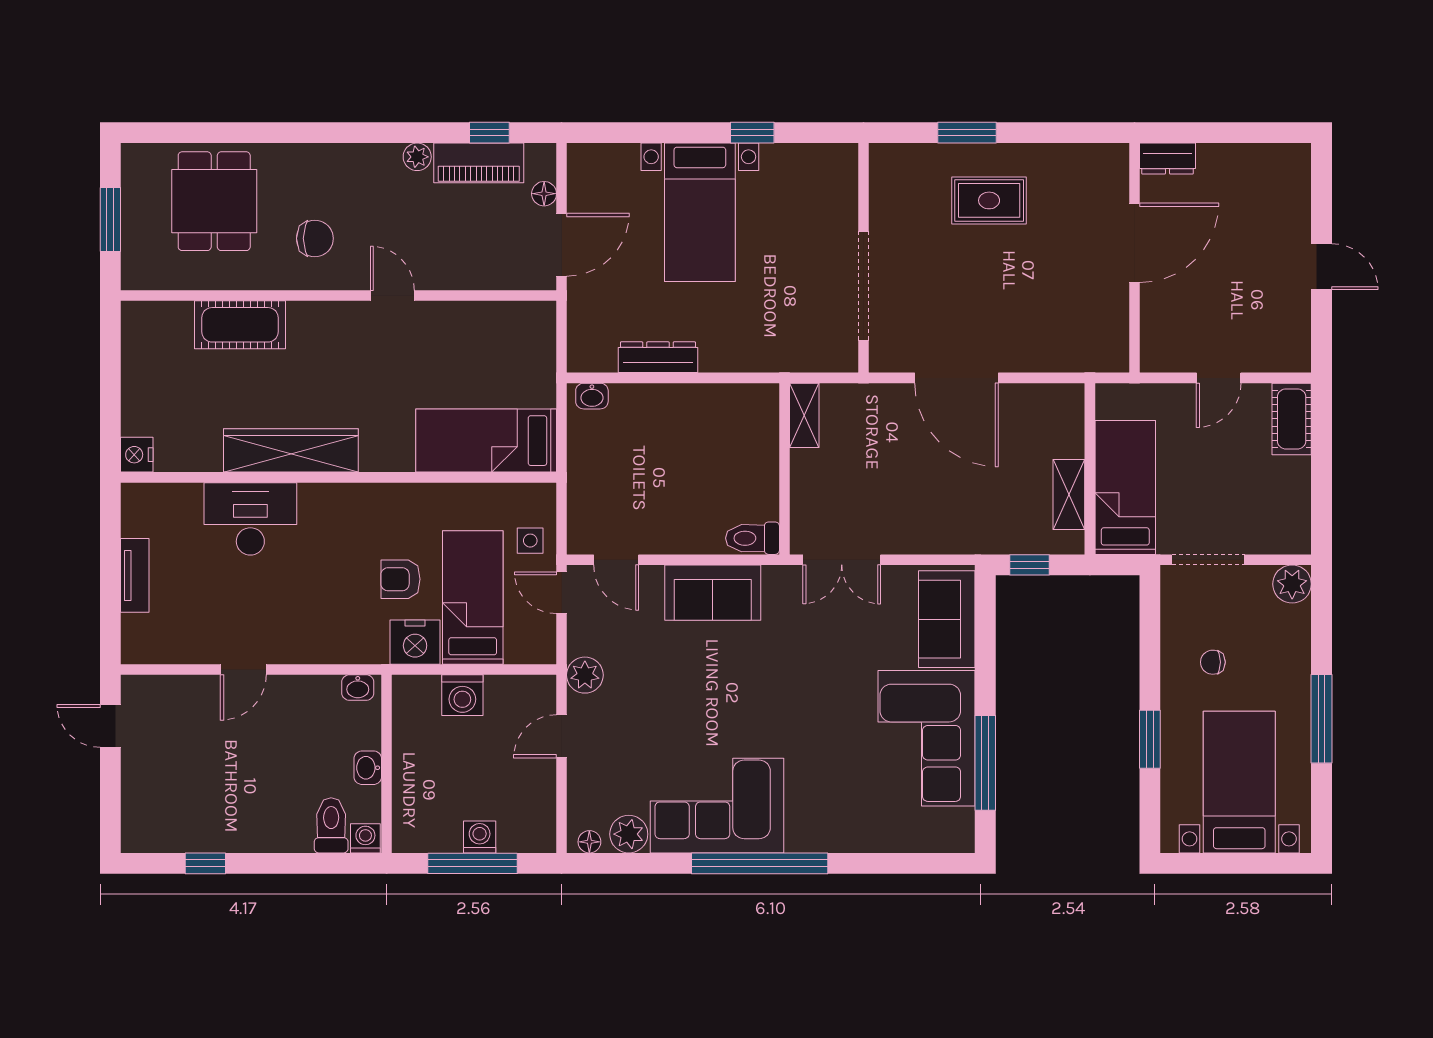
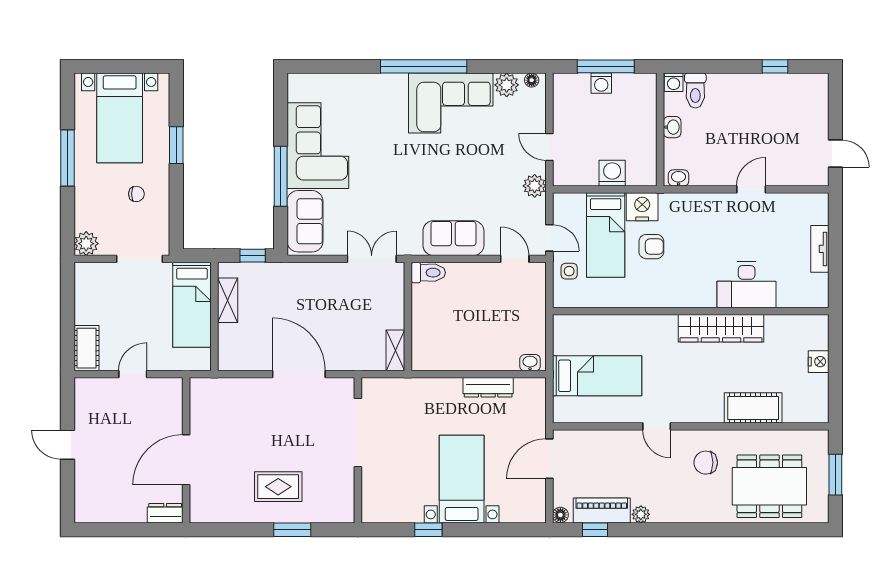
floor lamp: (544, 194) -> (560, 515), moved
dining table: (214, 201) -> (769, 486), width x1.37
bed: (486, 441) -> (597, 376), moved
nightstand: (137, 455) -> (819, 362), moved
door: (562, 736) -> (549, 147), swing flipped
window: (985, 763) -> (281, 176), moved

